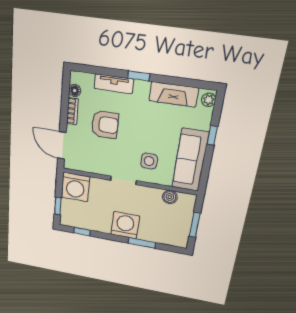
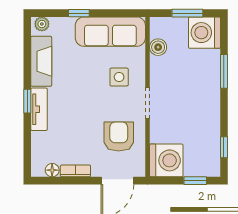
tv unit: (114, 84) -> (39, 109), moved
armchair: (105, 125) -> (119, 137), moved
washing machine: (125, 225) -> (204, 33), moved

